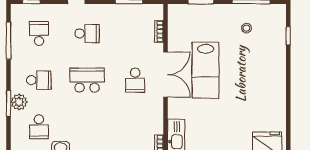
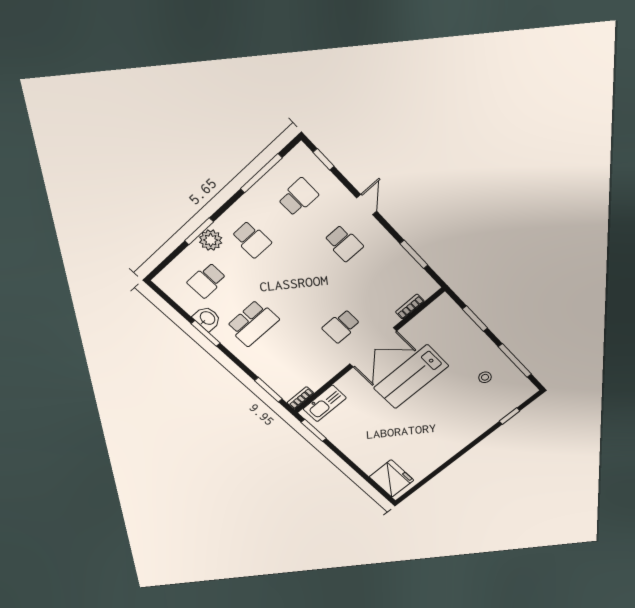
school desk: (87, 80) -> (253, 323), moved, turned 90

